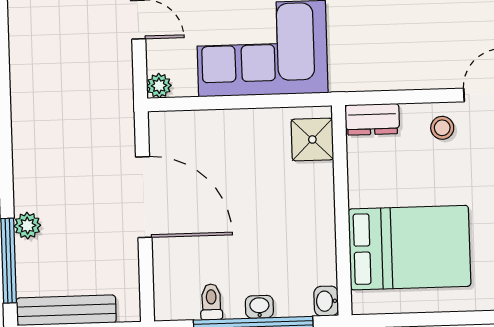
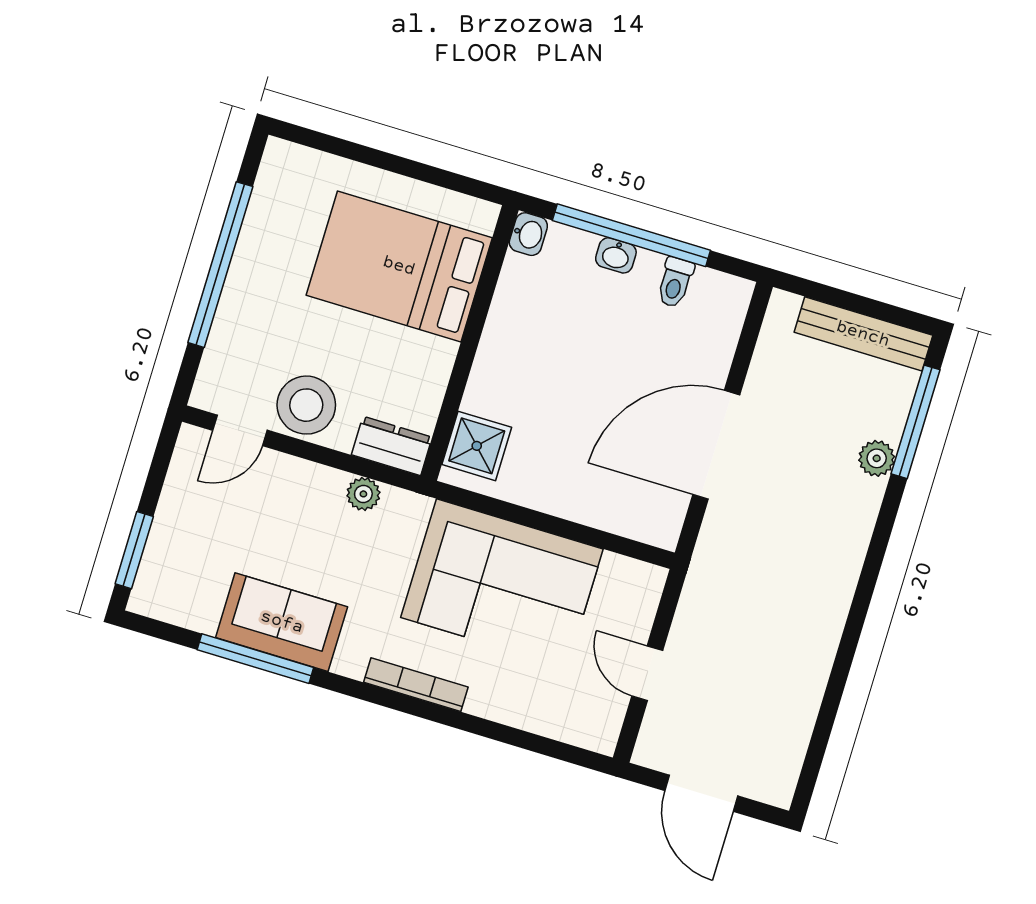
plant: (159, 86) -> (363, 494), moved
stool: (442, 128) -> (306, 405), width x1.89, depth x1.89
door: (144, 197) -> (716, 445), hinge flipped

